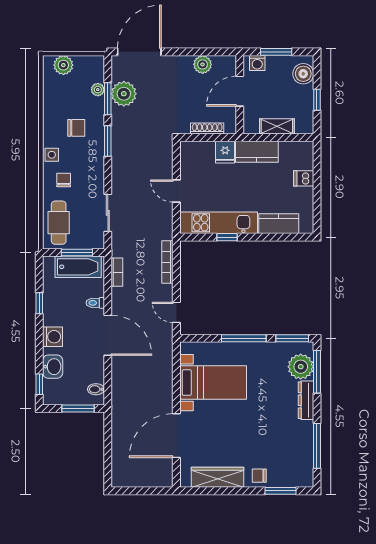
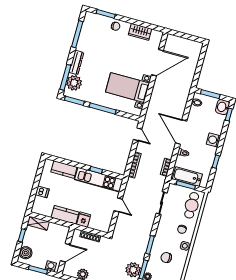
shelving: (277, 126) -> (38, 223), moved
washbasin: (53, 367) -> (223, 107), moved
wardrobe: (218, 477) -> (140, 32), width x0.67

